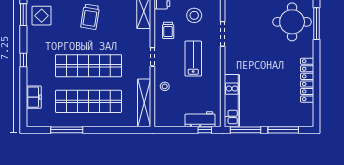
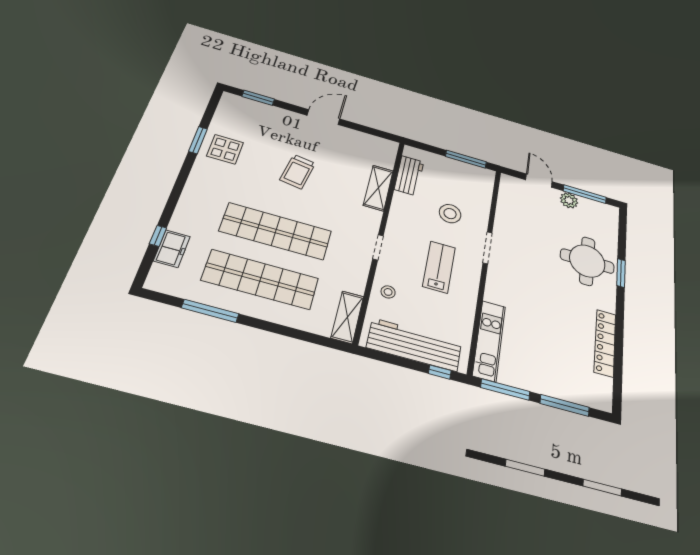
window: (317, 24) -> (621, 273), width x0.69
trolley: (168, 30) -> (409, 221), removed
window: (23, 60) -> (158, 236), moved
shelving: (144, 103) -> (347, 317), width x0.68
workbench: (200, 119) -> (415, 345), width x1.88, depth x1.32

